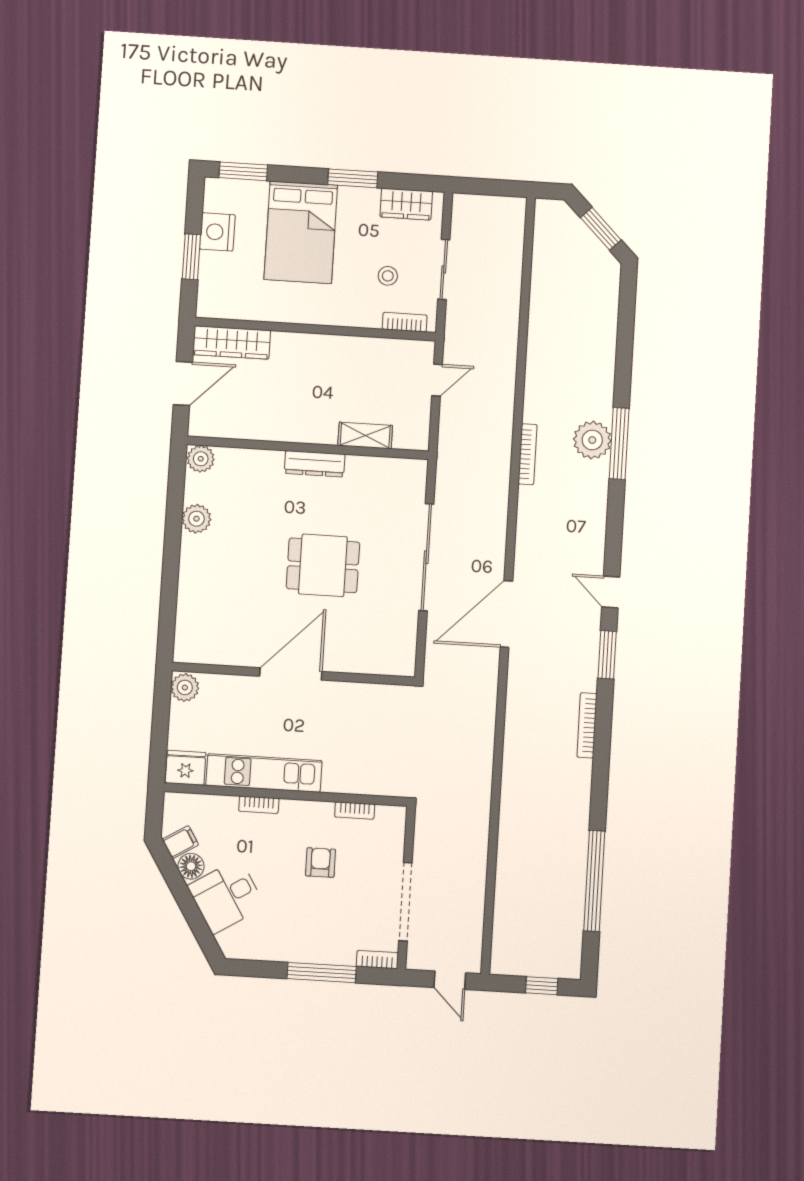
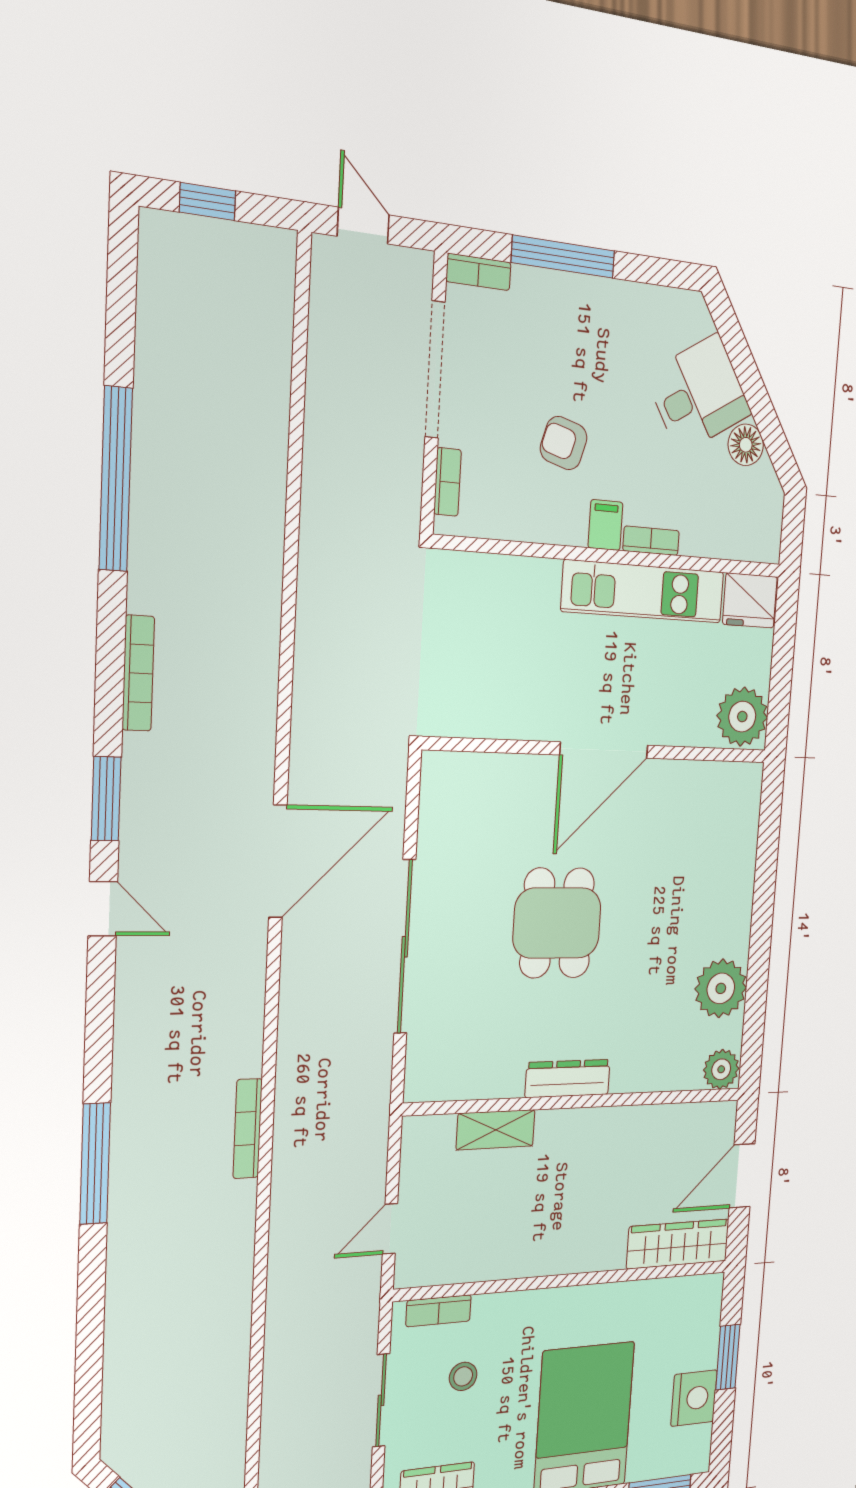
plant: (592, 440) -> (141, 1164), removed
plant: (196, 519) -> (721, 988), width x1.36, depth x1.36
dining table: (323, 565) -> (557, 923), turned 90
plant: (185, 688) -> (742, 717), width x1.36, depth x1.36
bookcase: (355, 810) -> (447, 482), moved, turned 90
filing cabinet: (180, 842) -> (605, 525), moved, turned 122
armchair: (320, 863) -> (564, 443), turned 106
window: (594, 881) -> (116, 479), moved

